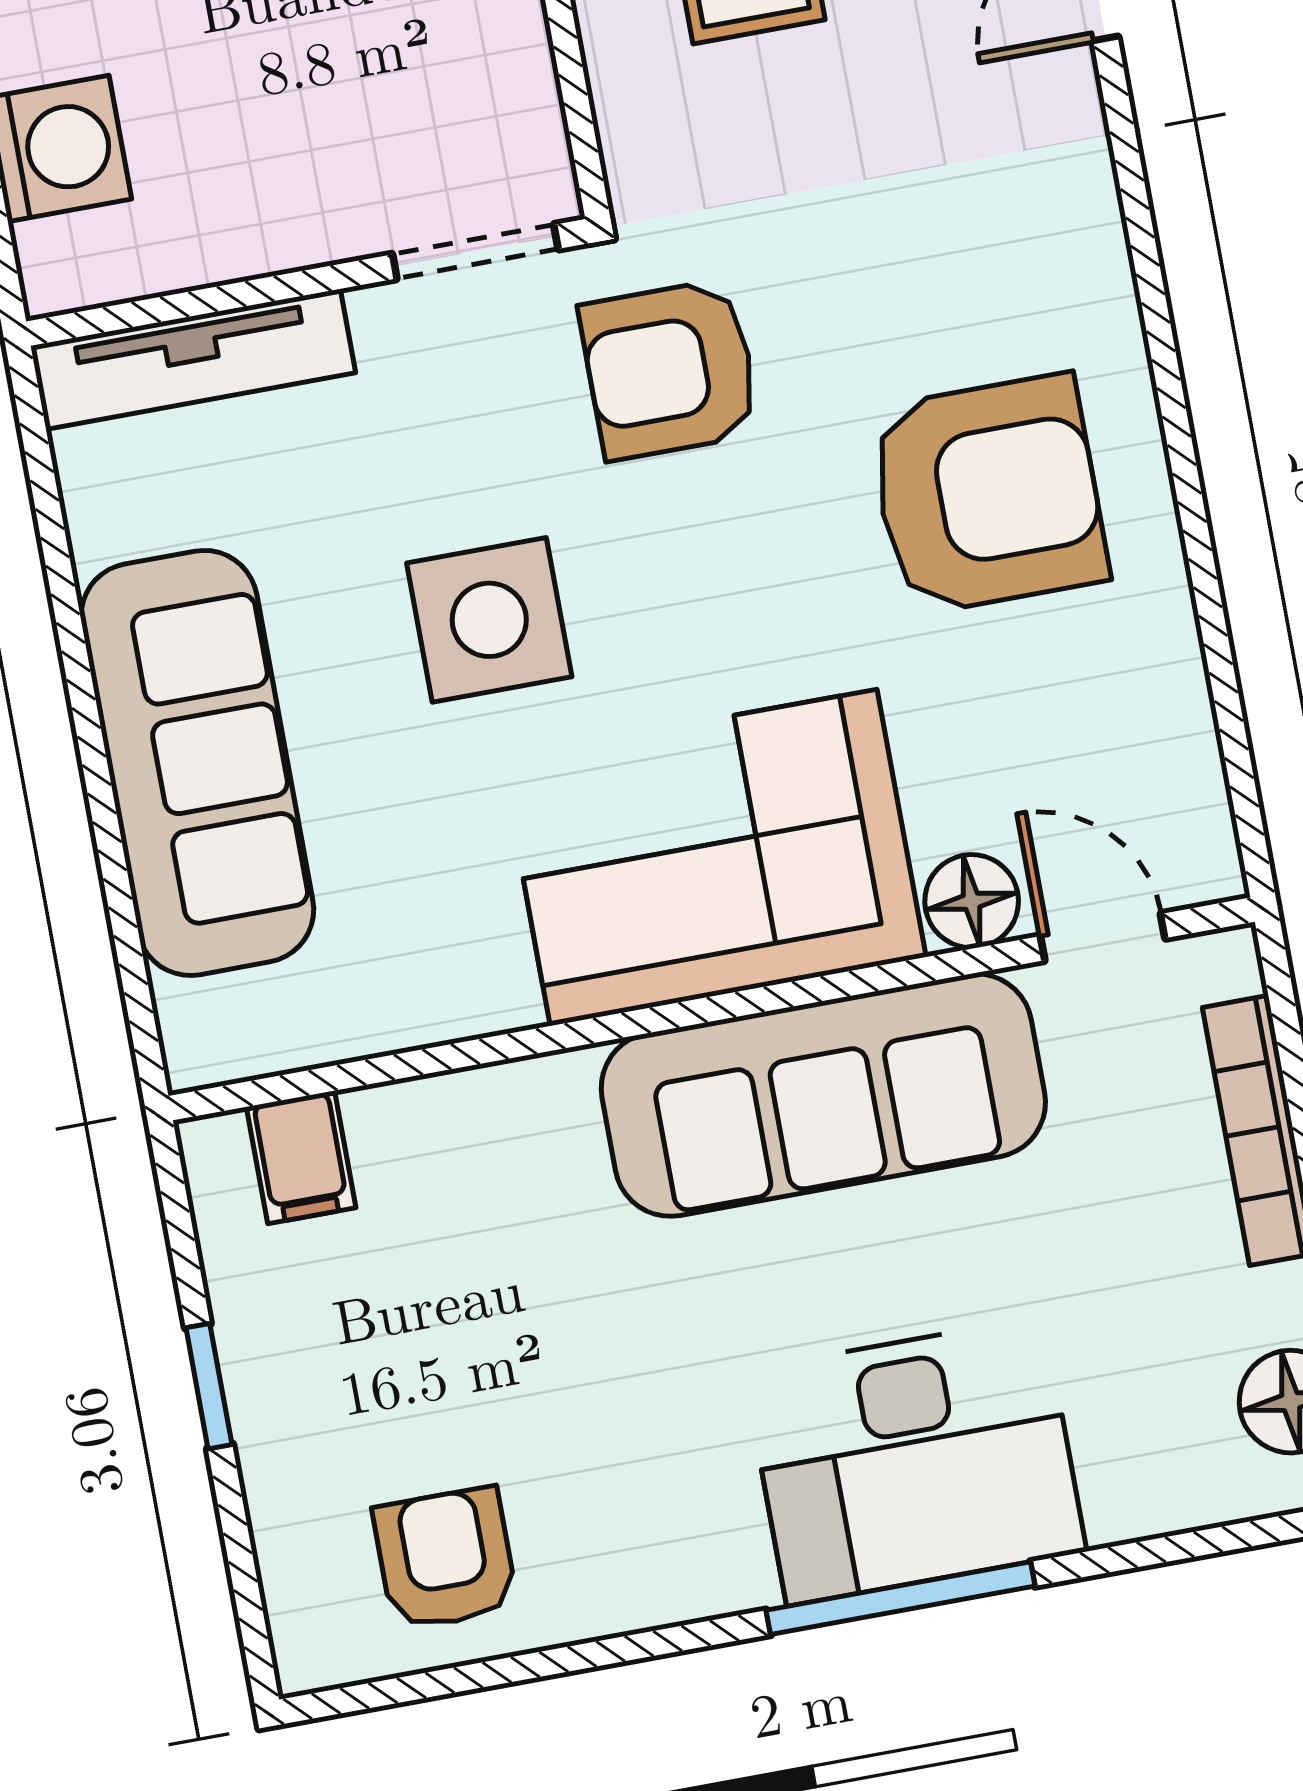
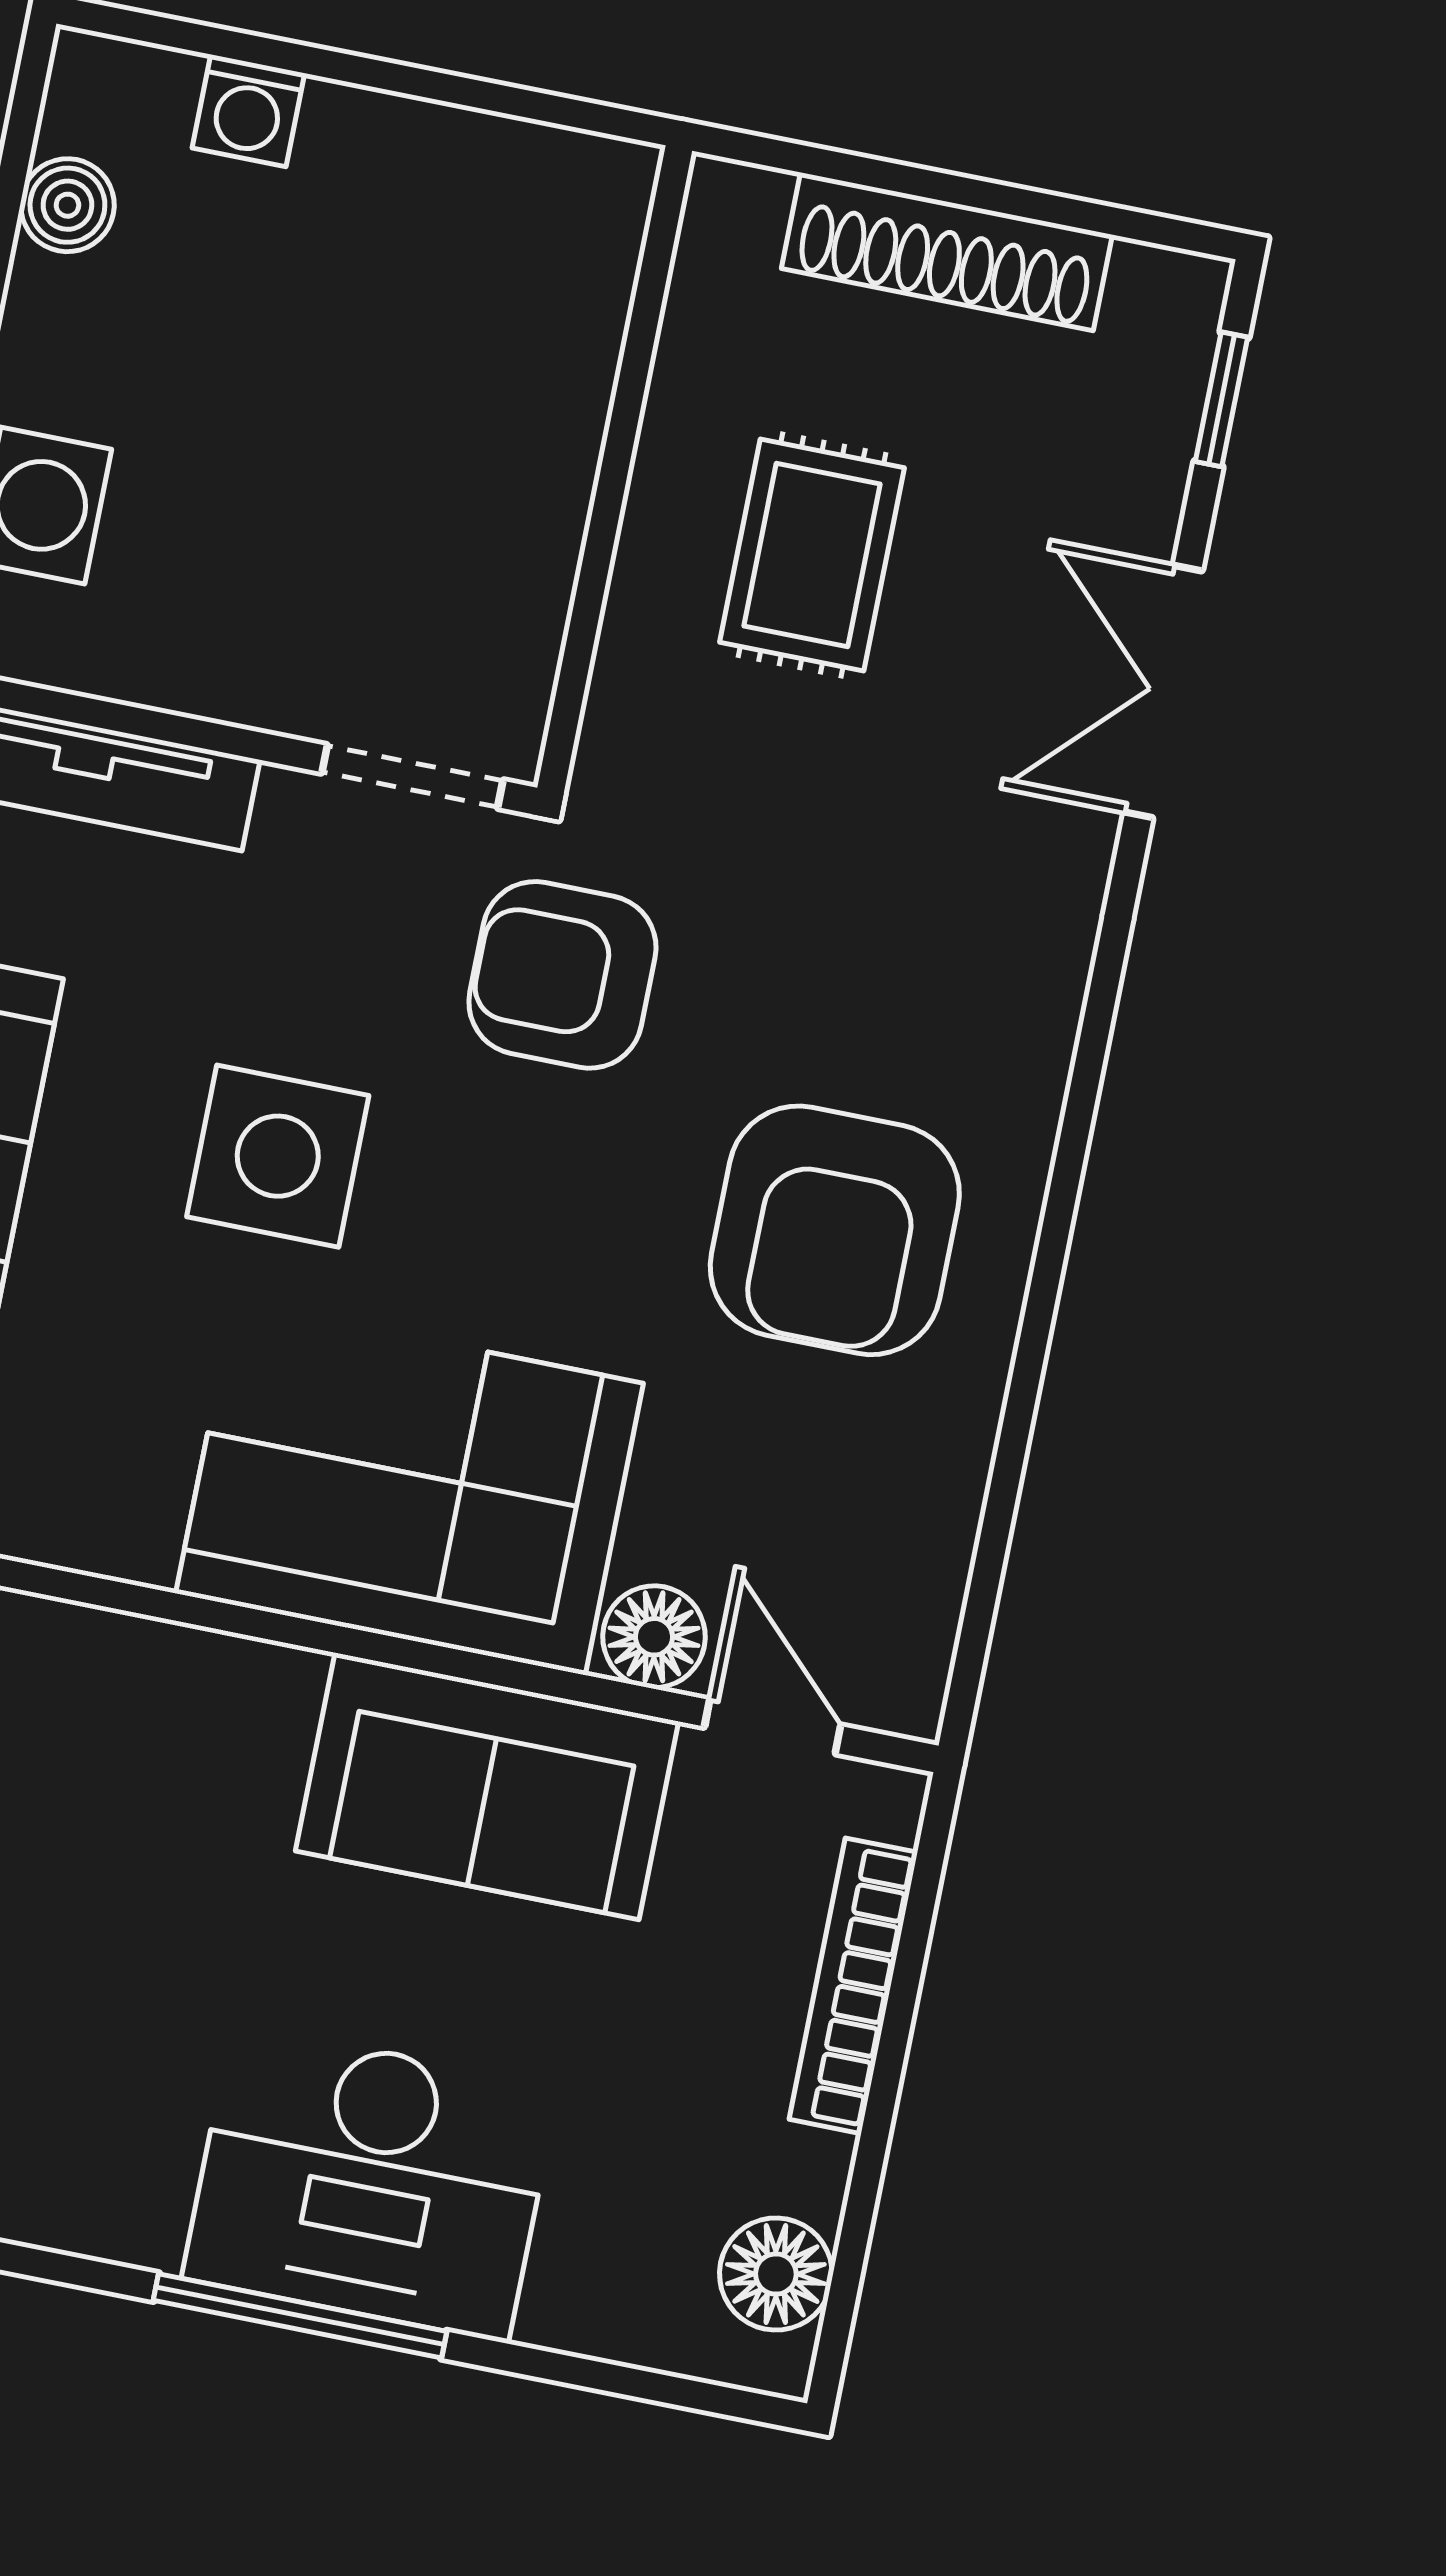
armchair: (988, 495) -> (835, 1230), turned 90
sofa: (823, 1095) -> (487, 1786), width x0.73

